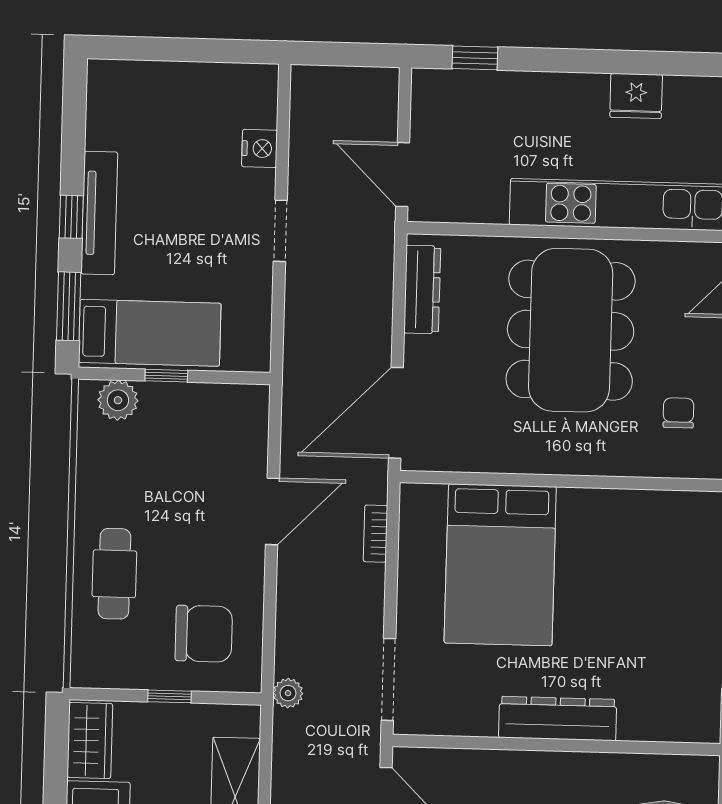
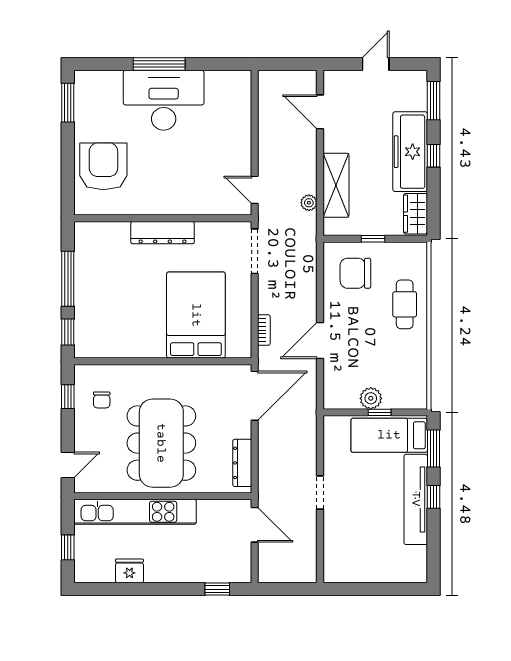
nightstand: (260, 148) -> (333, 537), removed
tv unit: (99, 213) -> (416, 499), width x1.36, depth x1.29
plant: (118, 400) -> (371, 398), moved
plant: (288, 693) -> (309, 203), moved

